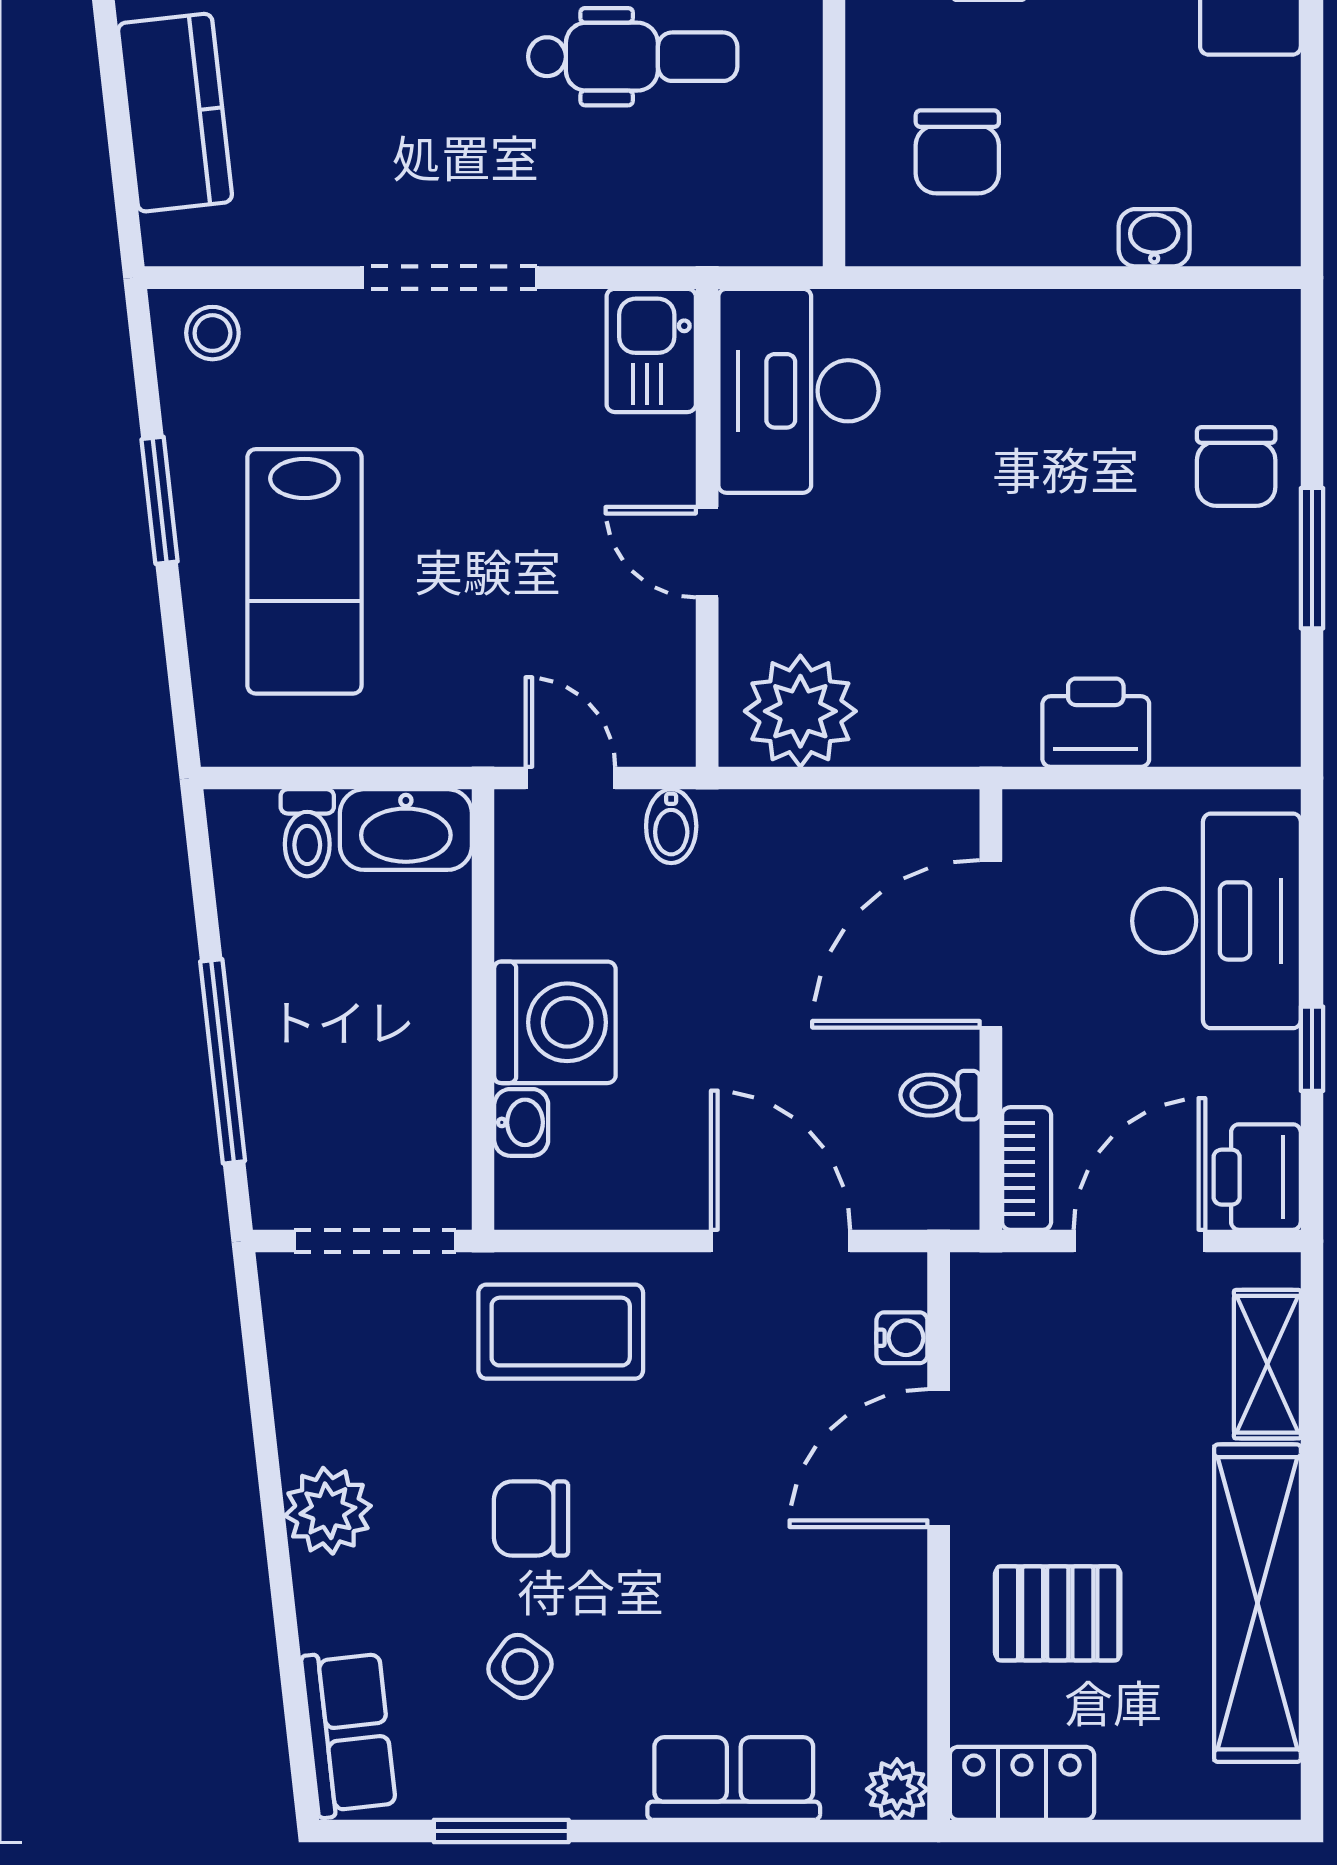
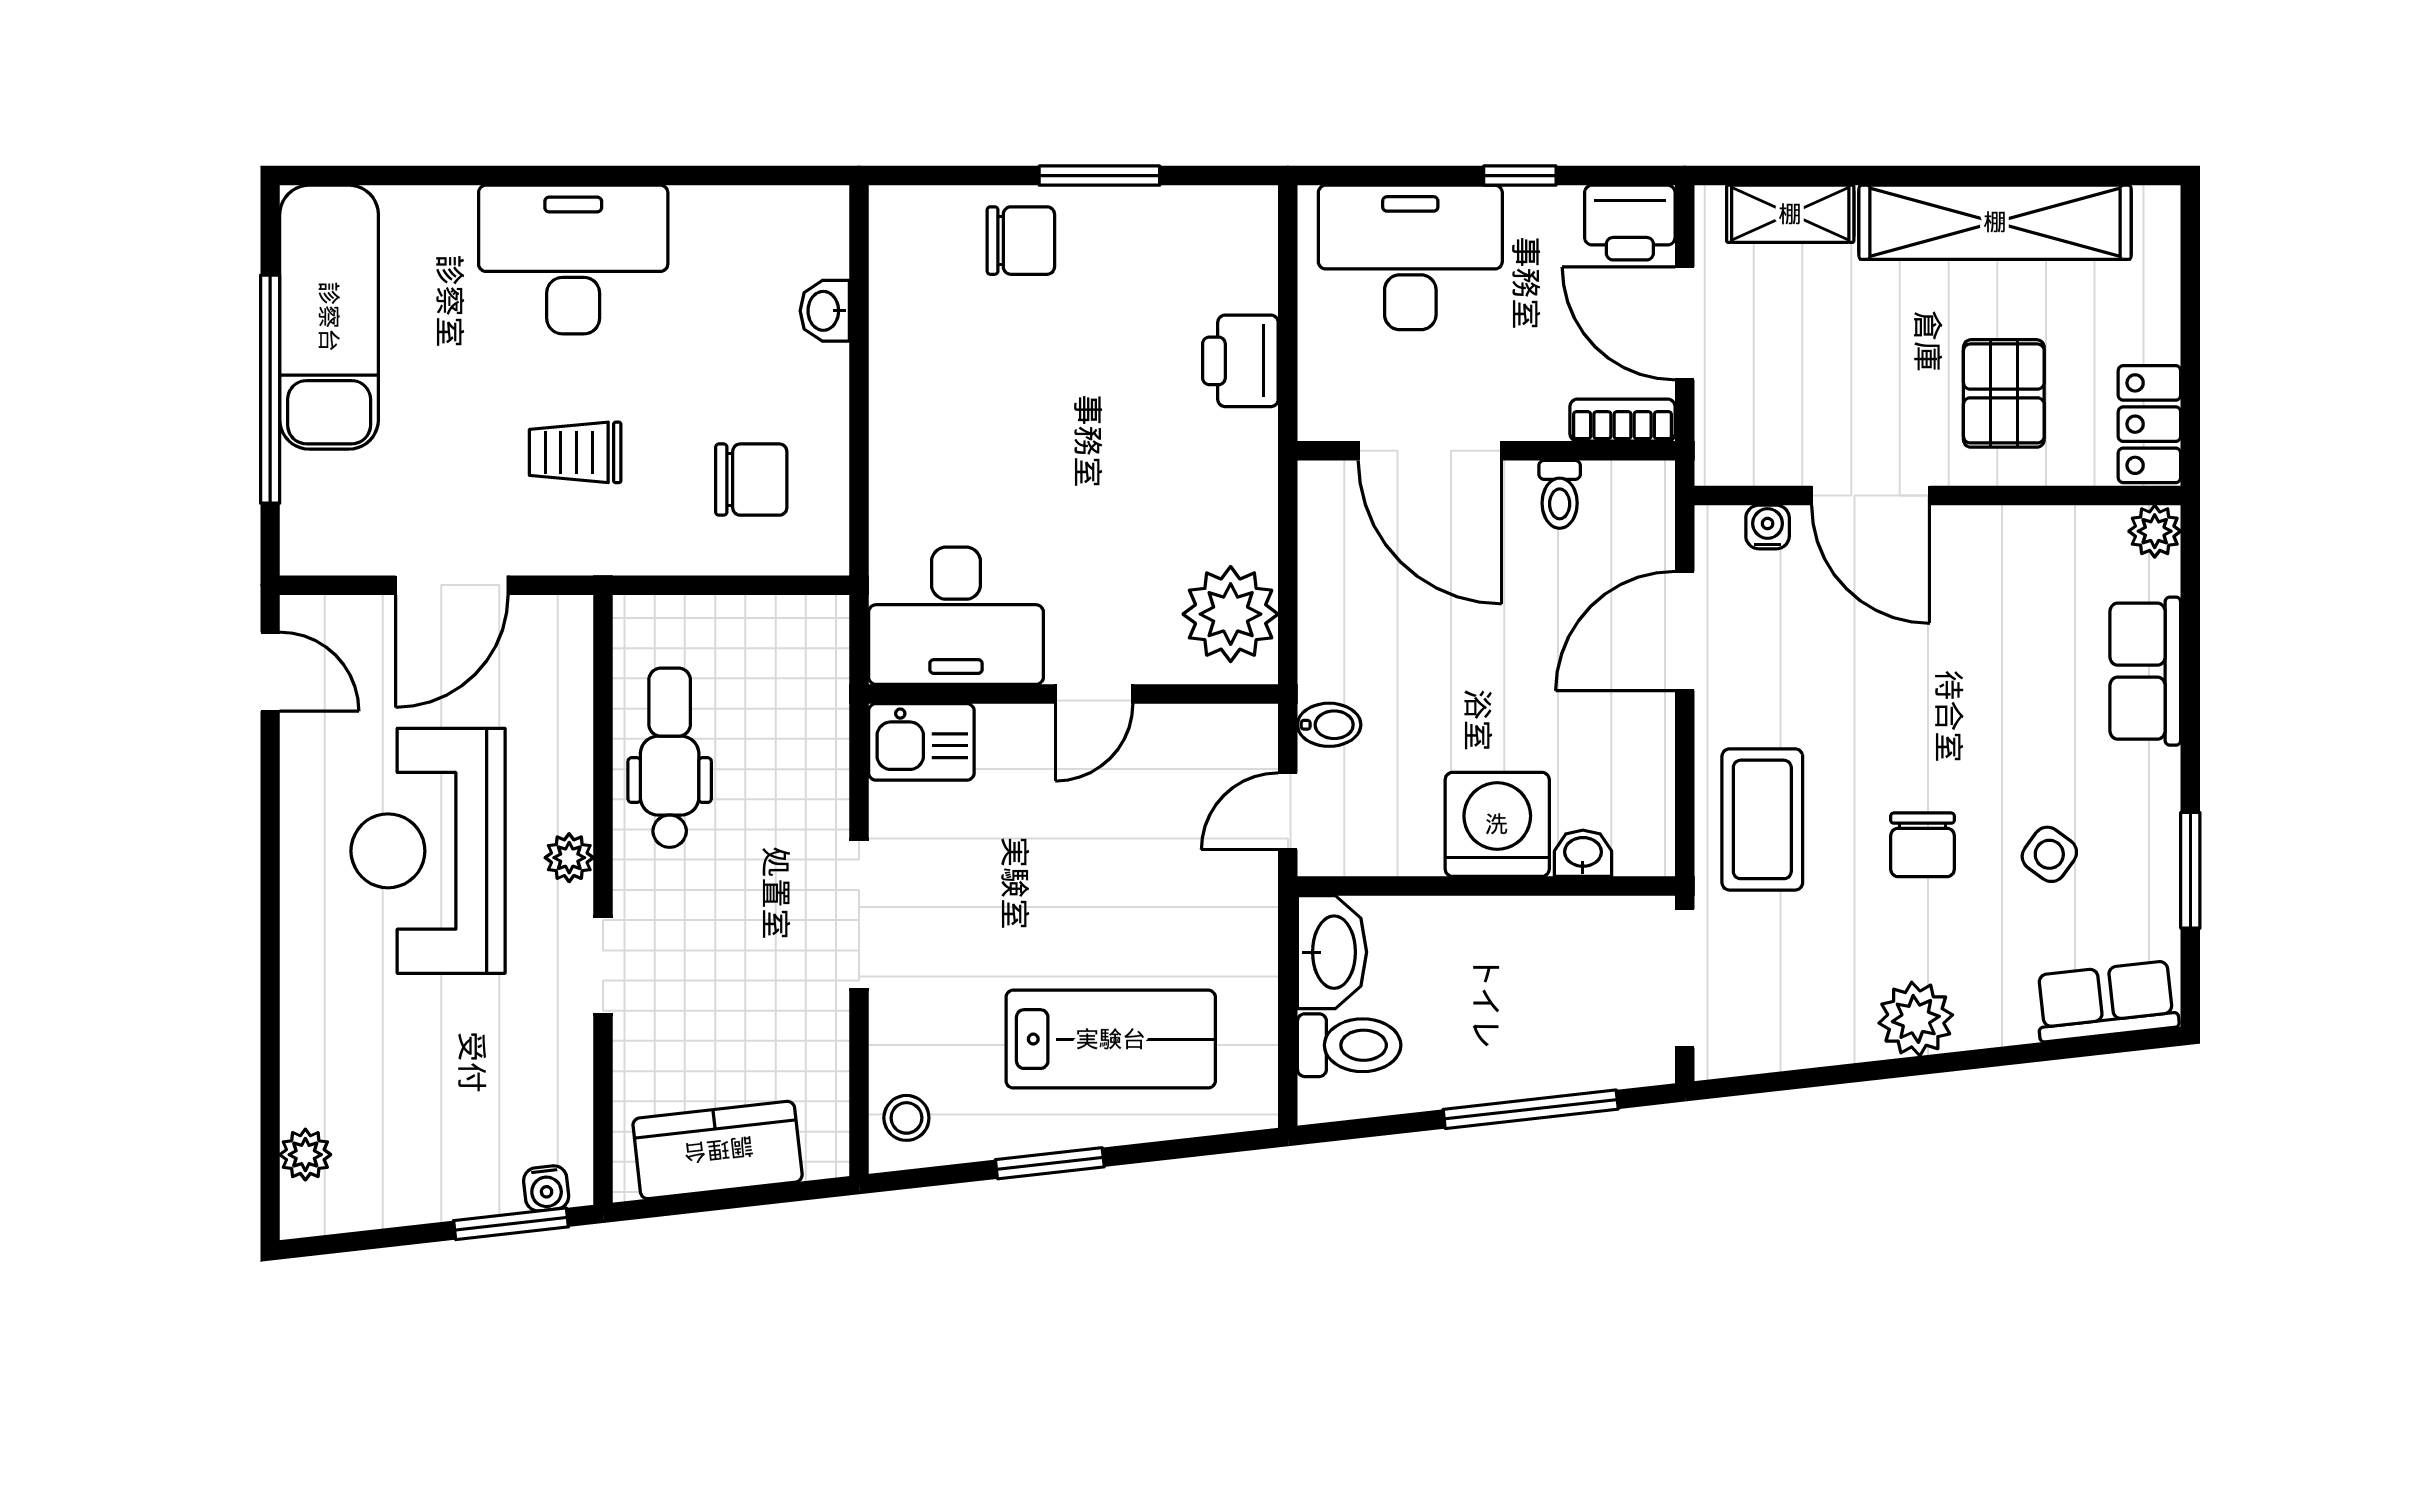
toilet: (307, 833) -> (1349, 1045), width x1.37, depth x1.39

